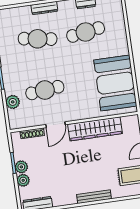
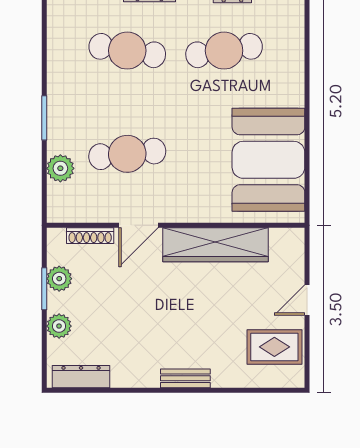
plant: (21, 167) -> (59, 279), moved
bench: (94, 197) -> (185, 378), width x0.73

